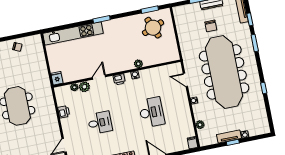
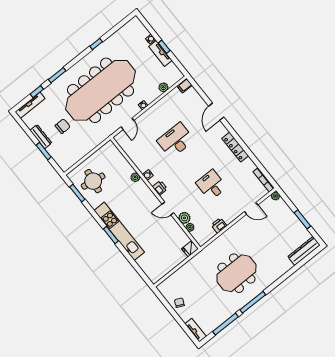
round table: (153, 28) -> (93, 181), turned 31
kitchen unit: (73, 33) -> (119, 231), moved

